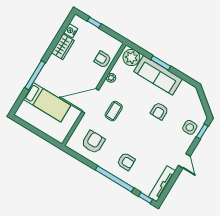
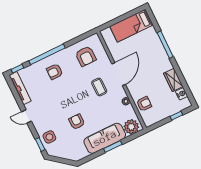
bed: (47, 102) -> (131, 26), moved

